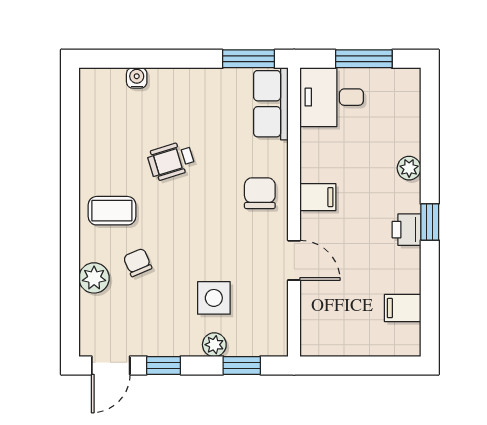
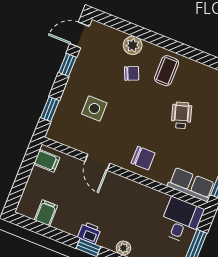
filing cabinet: (318, 197) -> (47, 161), moved, turned -90
door: (294, 260) -> (97, 162), hinge flipped
plant: (214, 345) -> (68, 98), removed
door: (111, 365) -> (79, 35), hinge flipped

